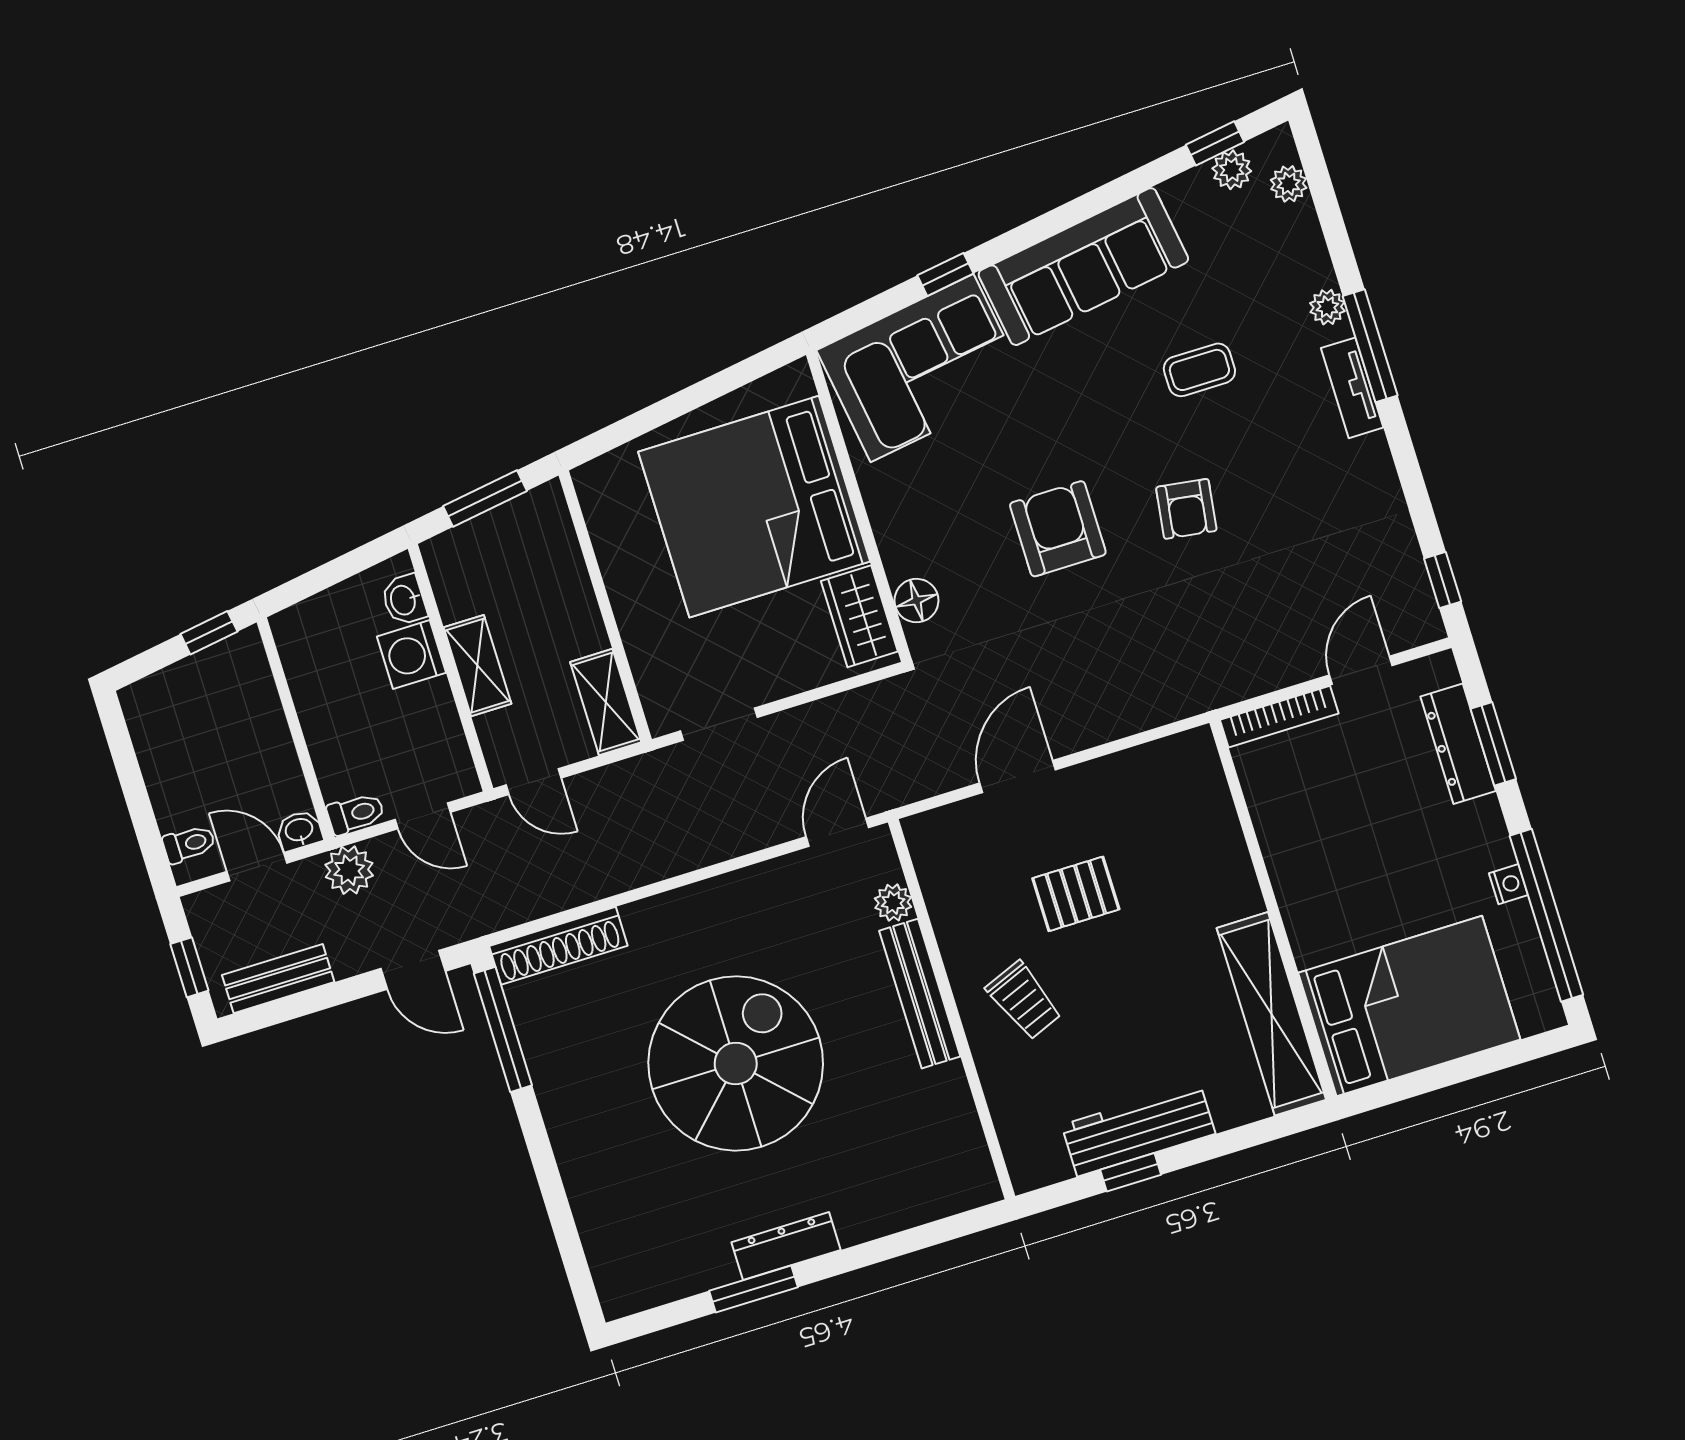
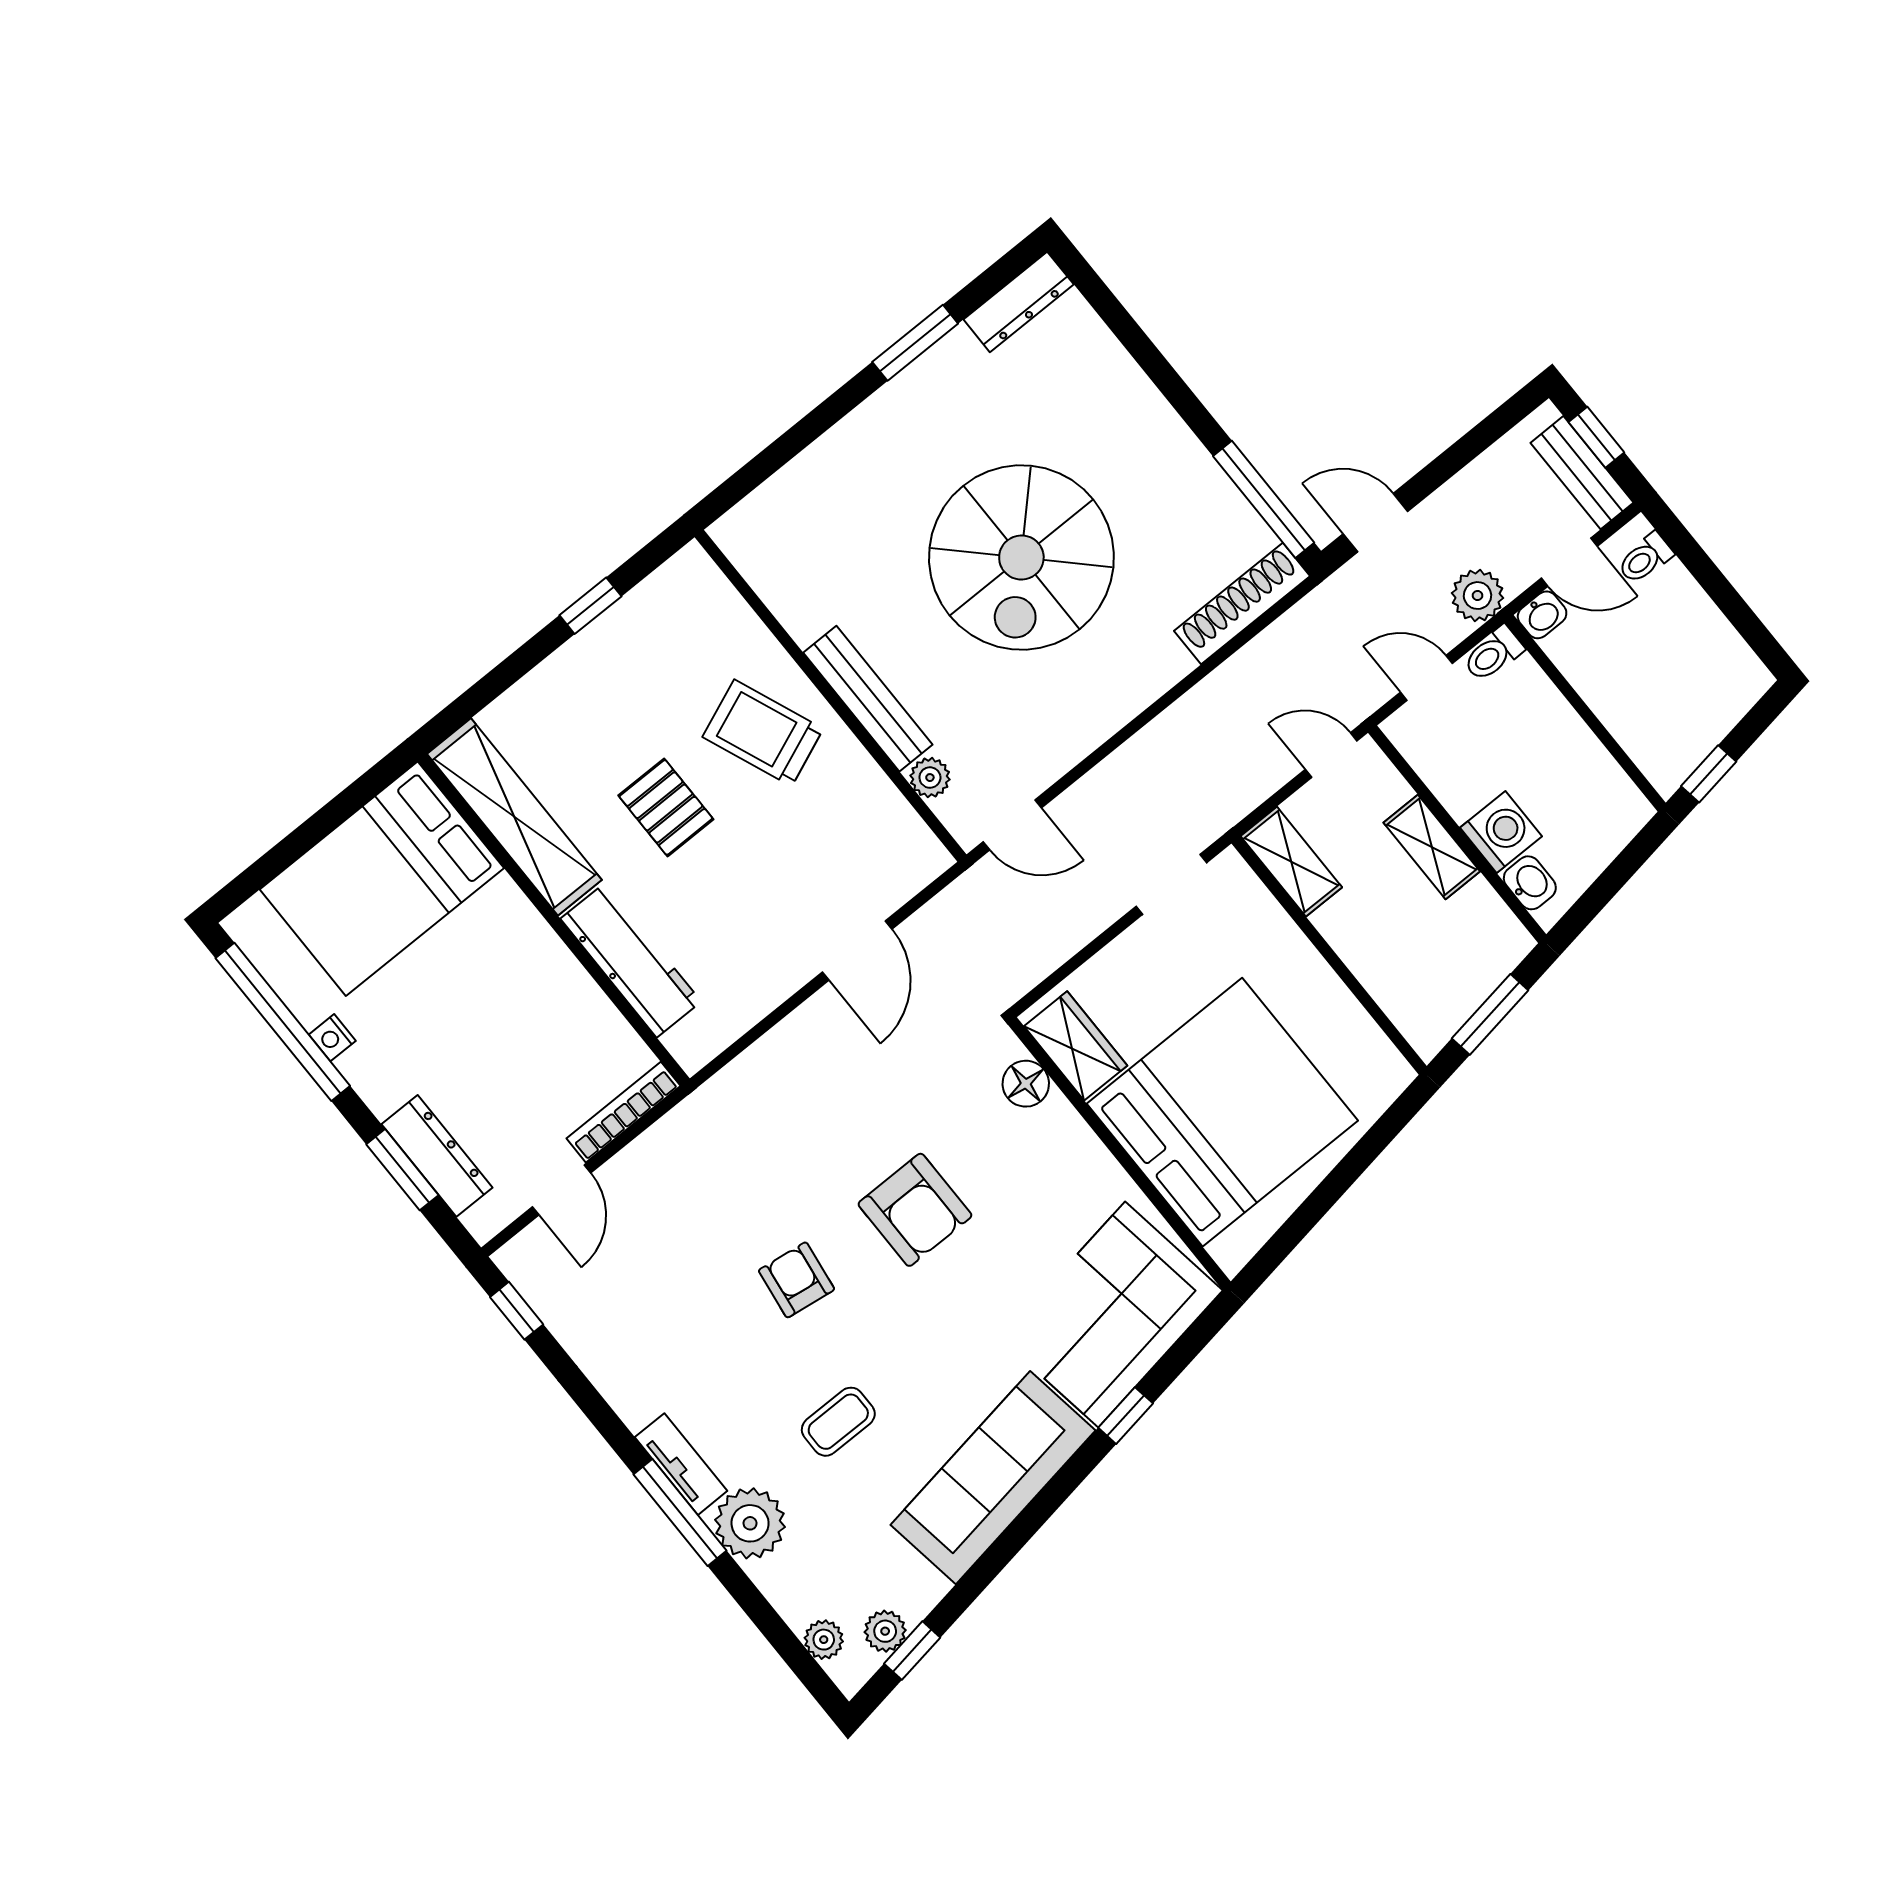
plant: (1327, 307) -> (750, 1523), width x1.88, depth x1.88
door: (837, 832) -> (1012, 825), hinge flipped
pallet: (1076, 894) -> (666, 807), moved, turned 90
bench: (278, 979) -> (1582, 473), moved, turned 90
trolley: (1024, 1000) -> (763, 733), width x1.36, depth x1.39
workbench: (1138, 1129) -> (631, 960), moved, turned -90
dresser: (786, 1246) -> (1019, 302), moved

